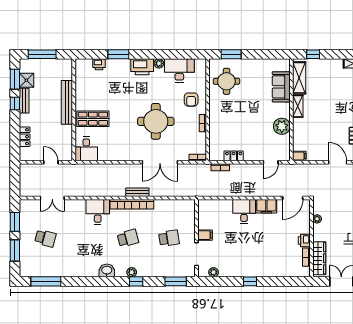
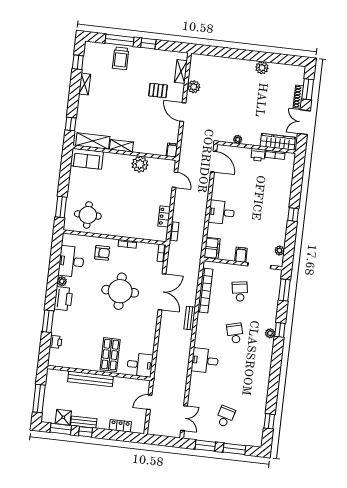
sofa: (281, 87) -> (87, 159), moved
door: (338, 162) -> (183, 112), hinge flipped
double door: (52, 198) -> (184, 418), moved
bookcase: (132, 204) -> (205, 290), moved
filing cabinet: (266, 206) -> (212, 248), moved
washbasin: (107, 270) -> (265, 358), removed
window: (46, 281) -> (269, 421), width x0.46

